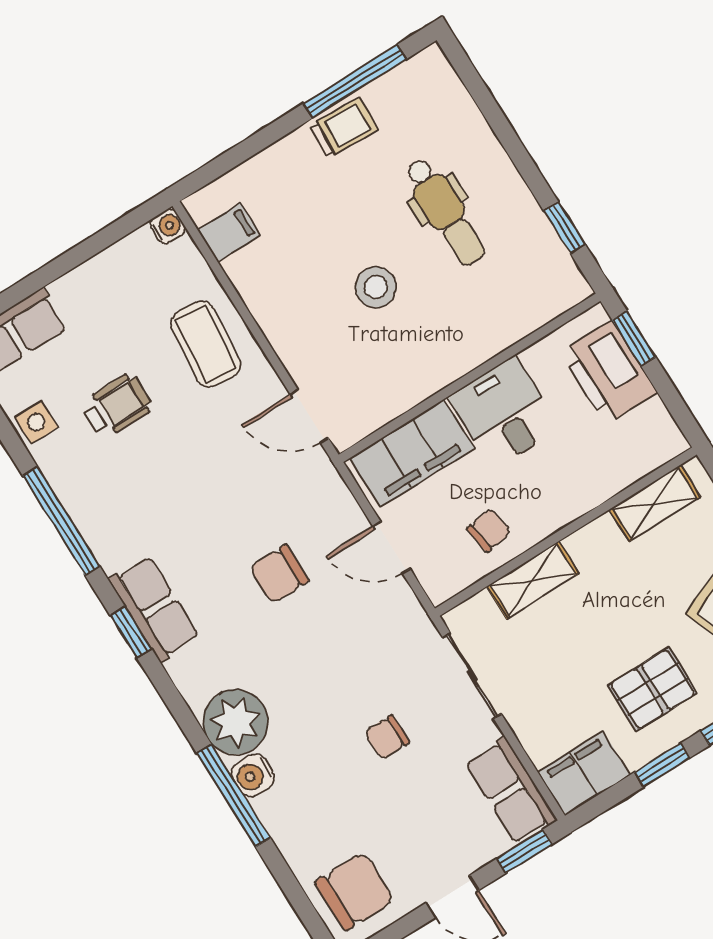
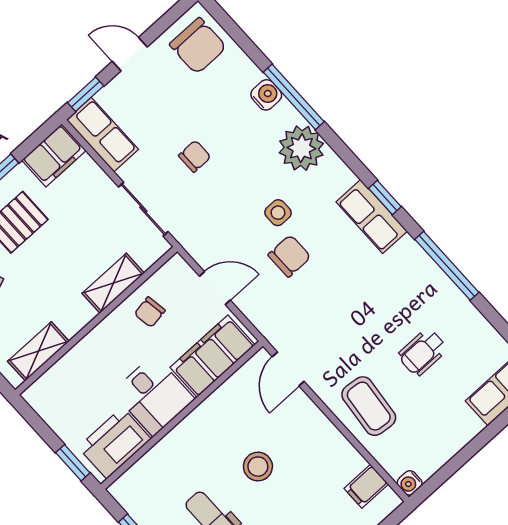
printer: (609, 372) -> (115, 443), moved, turned -90
door: (309, 416) -> (288, 369), swing flipped
side table: (36, 422) -> (278, 213), moved
water cooler: (253, 775) -> (266, 95), moved
chair: (355, 891) -> (198, 46), turned -90

